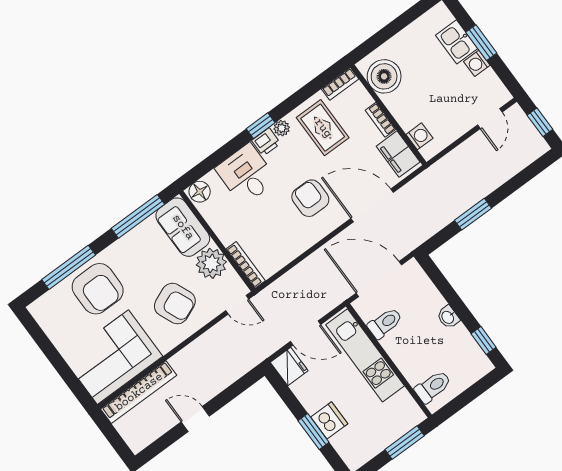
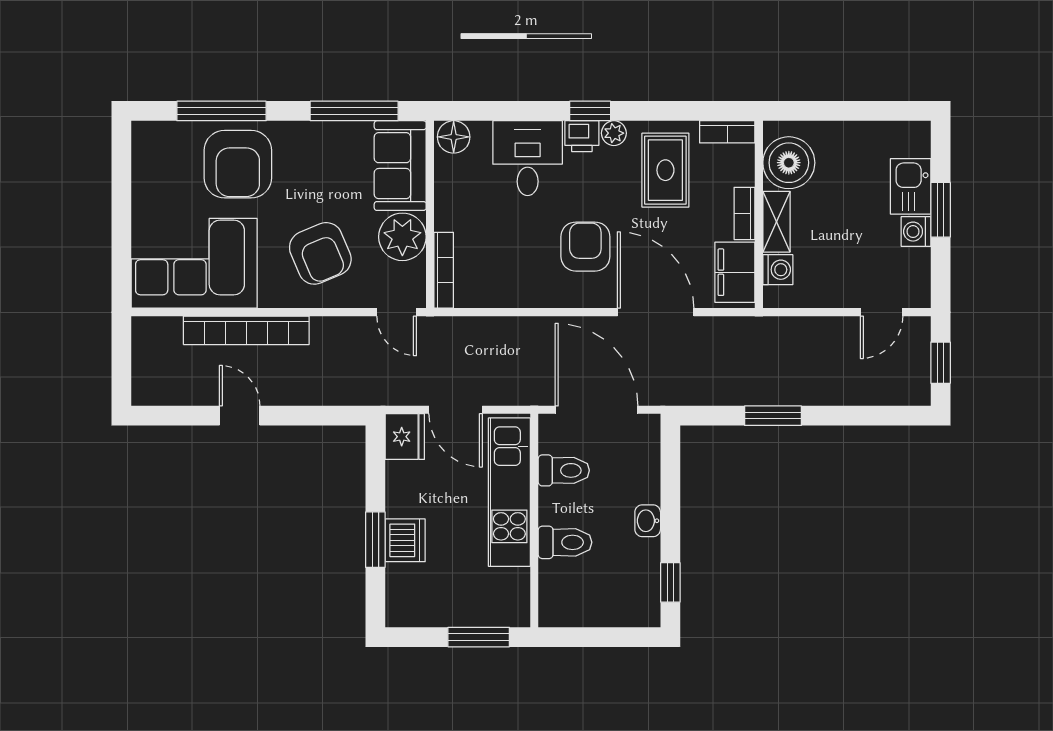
shelving: (400, 112) -> (776, 222), added
toilet: (433, 387) -> (565, 542), moved
bookcase: (139, 392) -> (246, 330), moved

